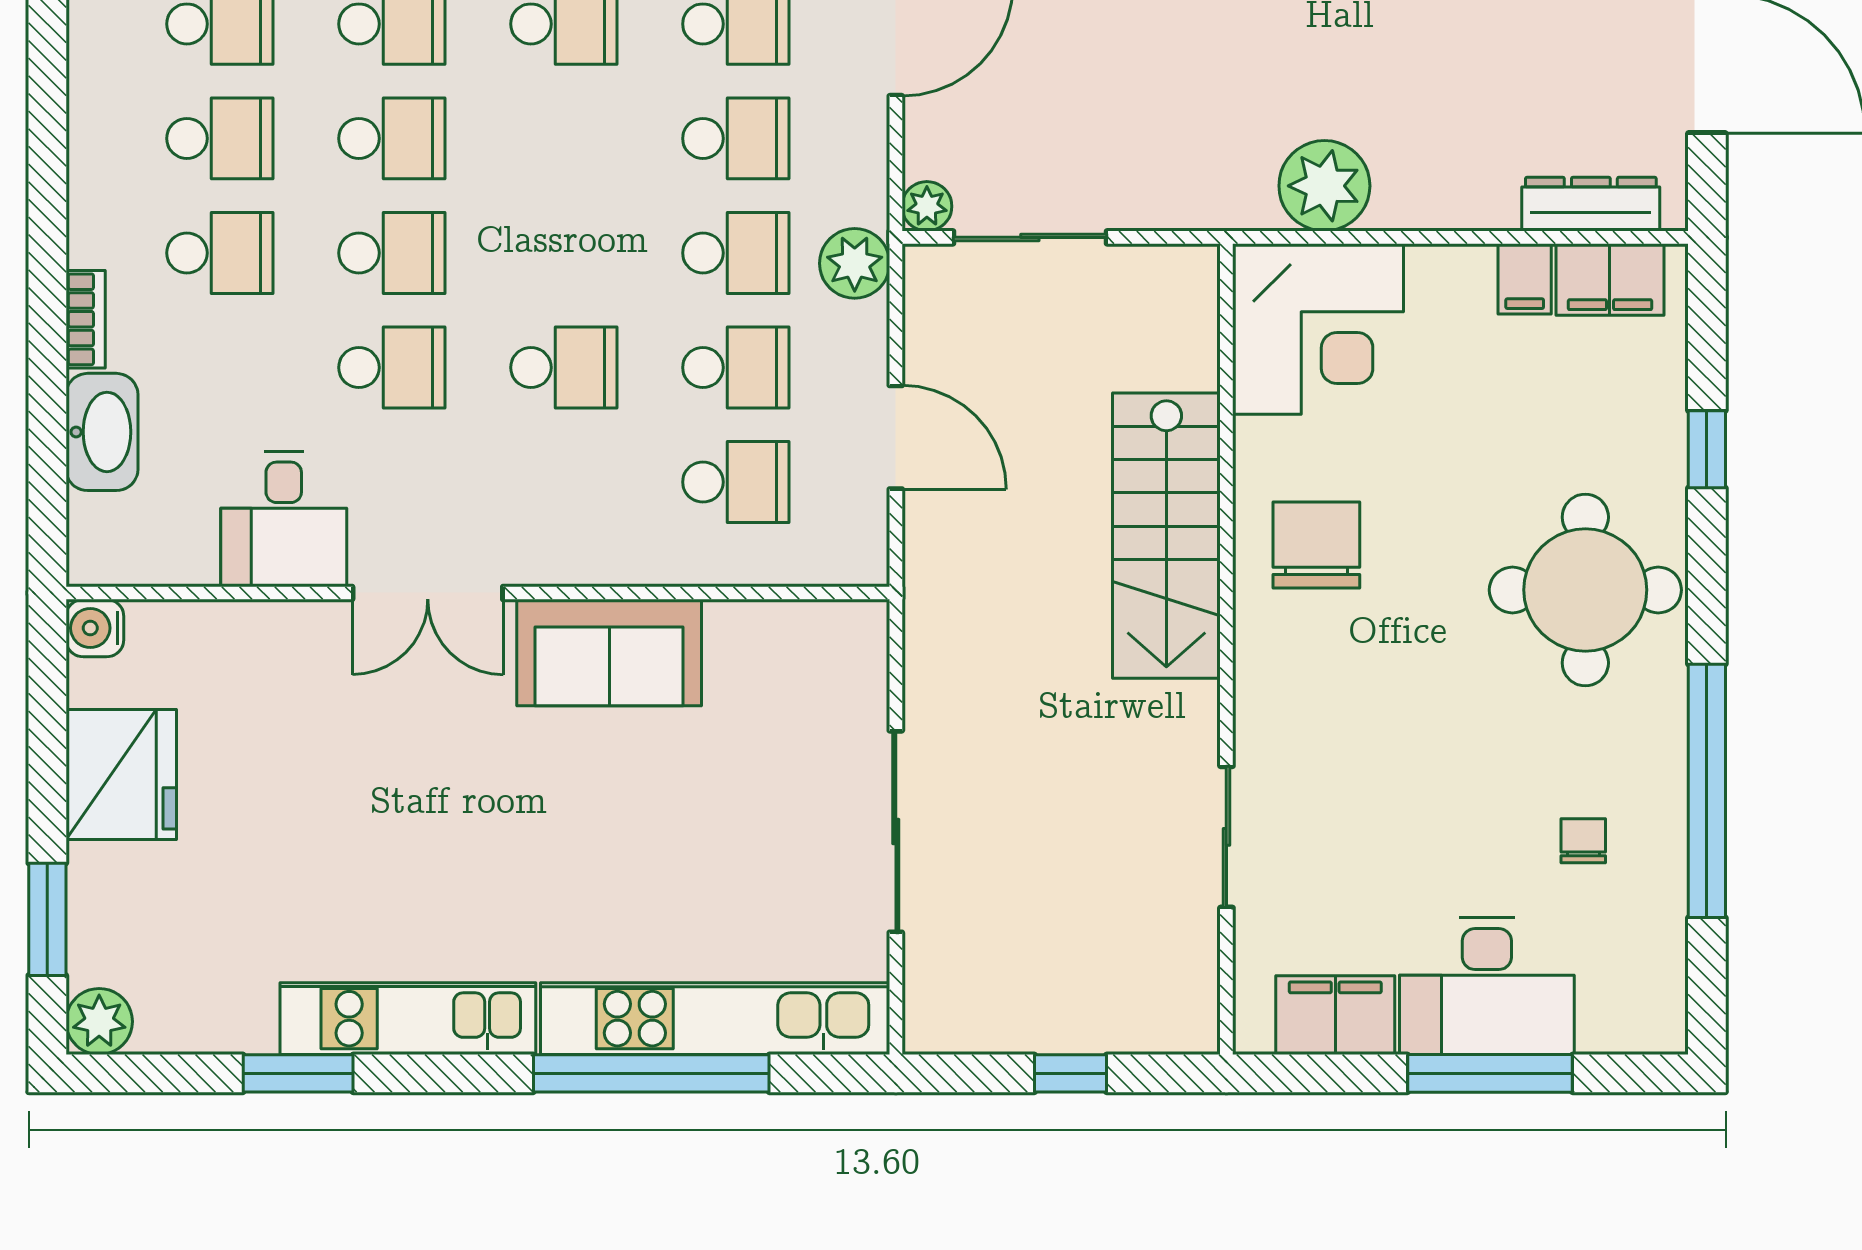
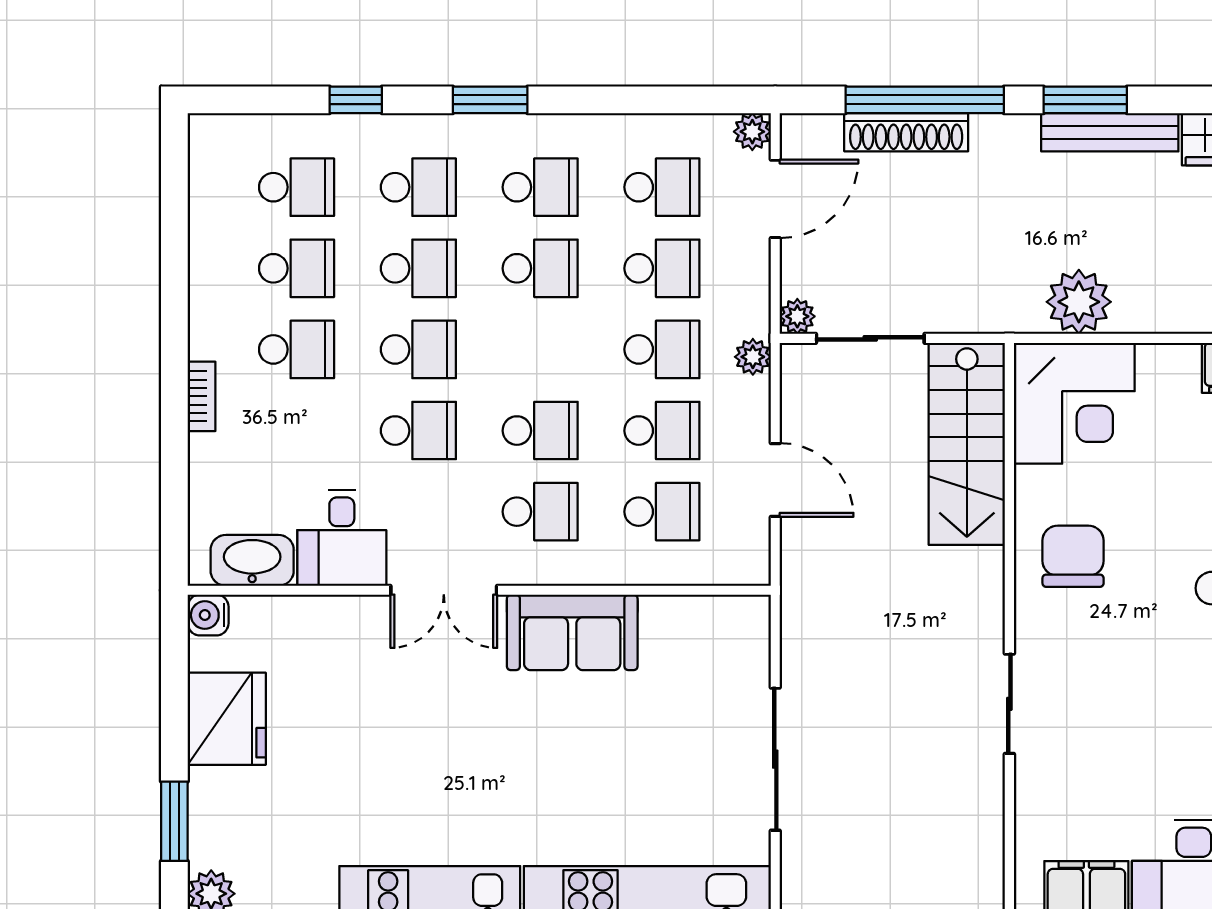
school desk: (564, 138) -> (540, 268), added
plant: (855, 263) -> (753, 357), width x0.73, depth x0.73
washbasin: (102, 432) -> (252, 560), moved, turned -90
school desk: (564, 482) -> (540, 512), added
stairs: (1166, 536) -> (967, 444), moved
sliding door: (1226, 837) -> (1009, 704), moved

